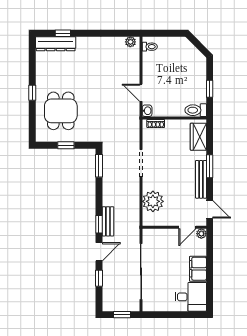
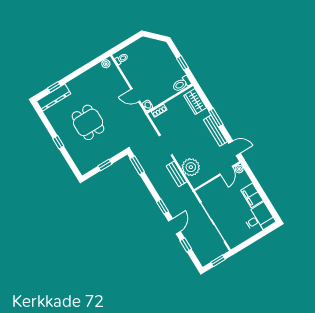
dining table: (61, 111) -> (88, 122), moved
bench: (108, 221) -> (176, 174), moved

